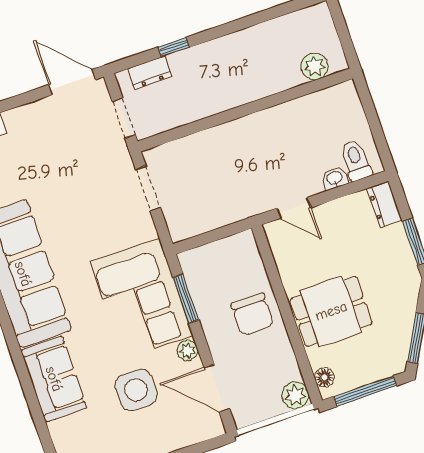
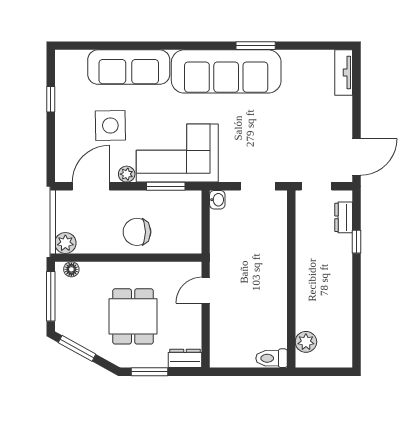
toilet: (356, 160) -> (272, 358), moved, turned 180
washbasin: (335, 178) -> (217, 200), moved
dining table: (331, 311) -> (133, 316), moved
sofa: (54, 379) -> (129, 67), width x1.36

